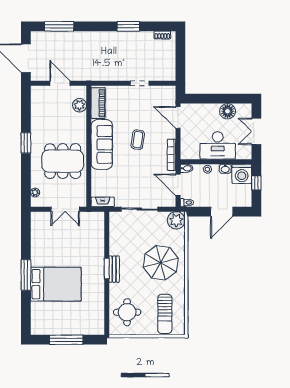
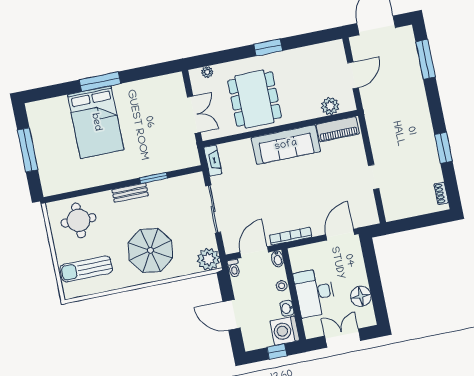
coffee table: (138, 140) -> (301, 189), removed
double door: (65, 209) -> (194, 115), swing flipped
window: (107, 268) -> (153, 178), moved

